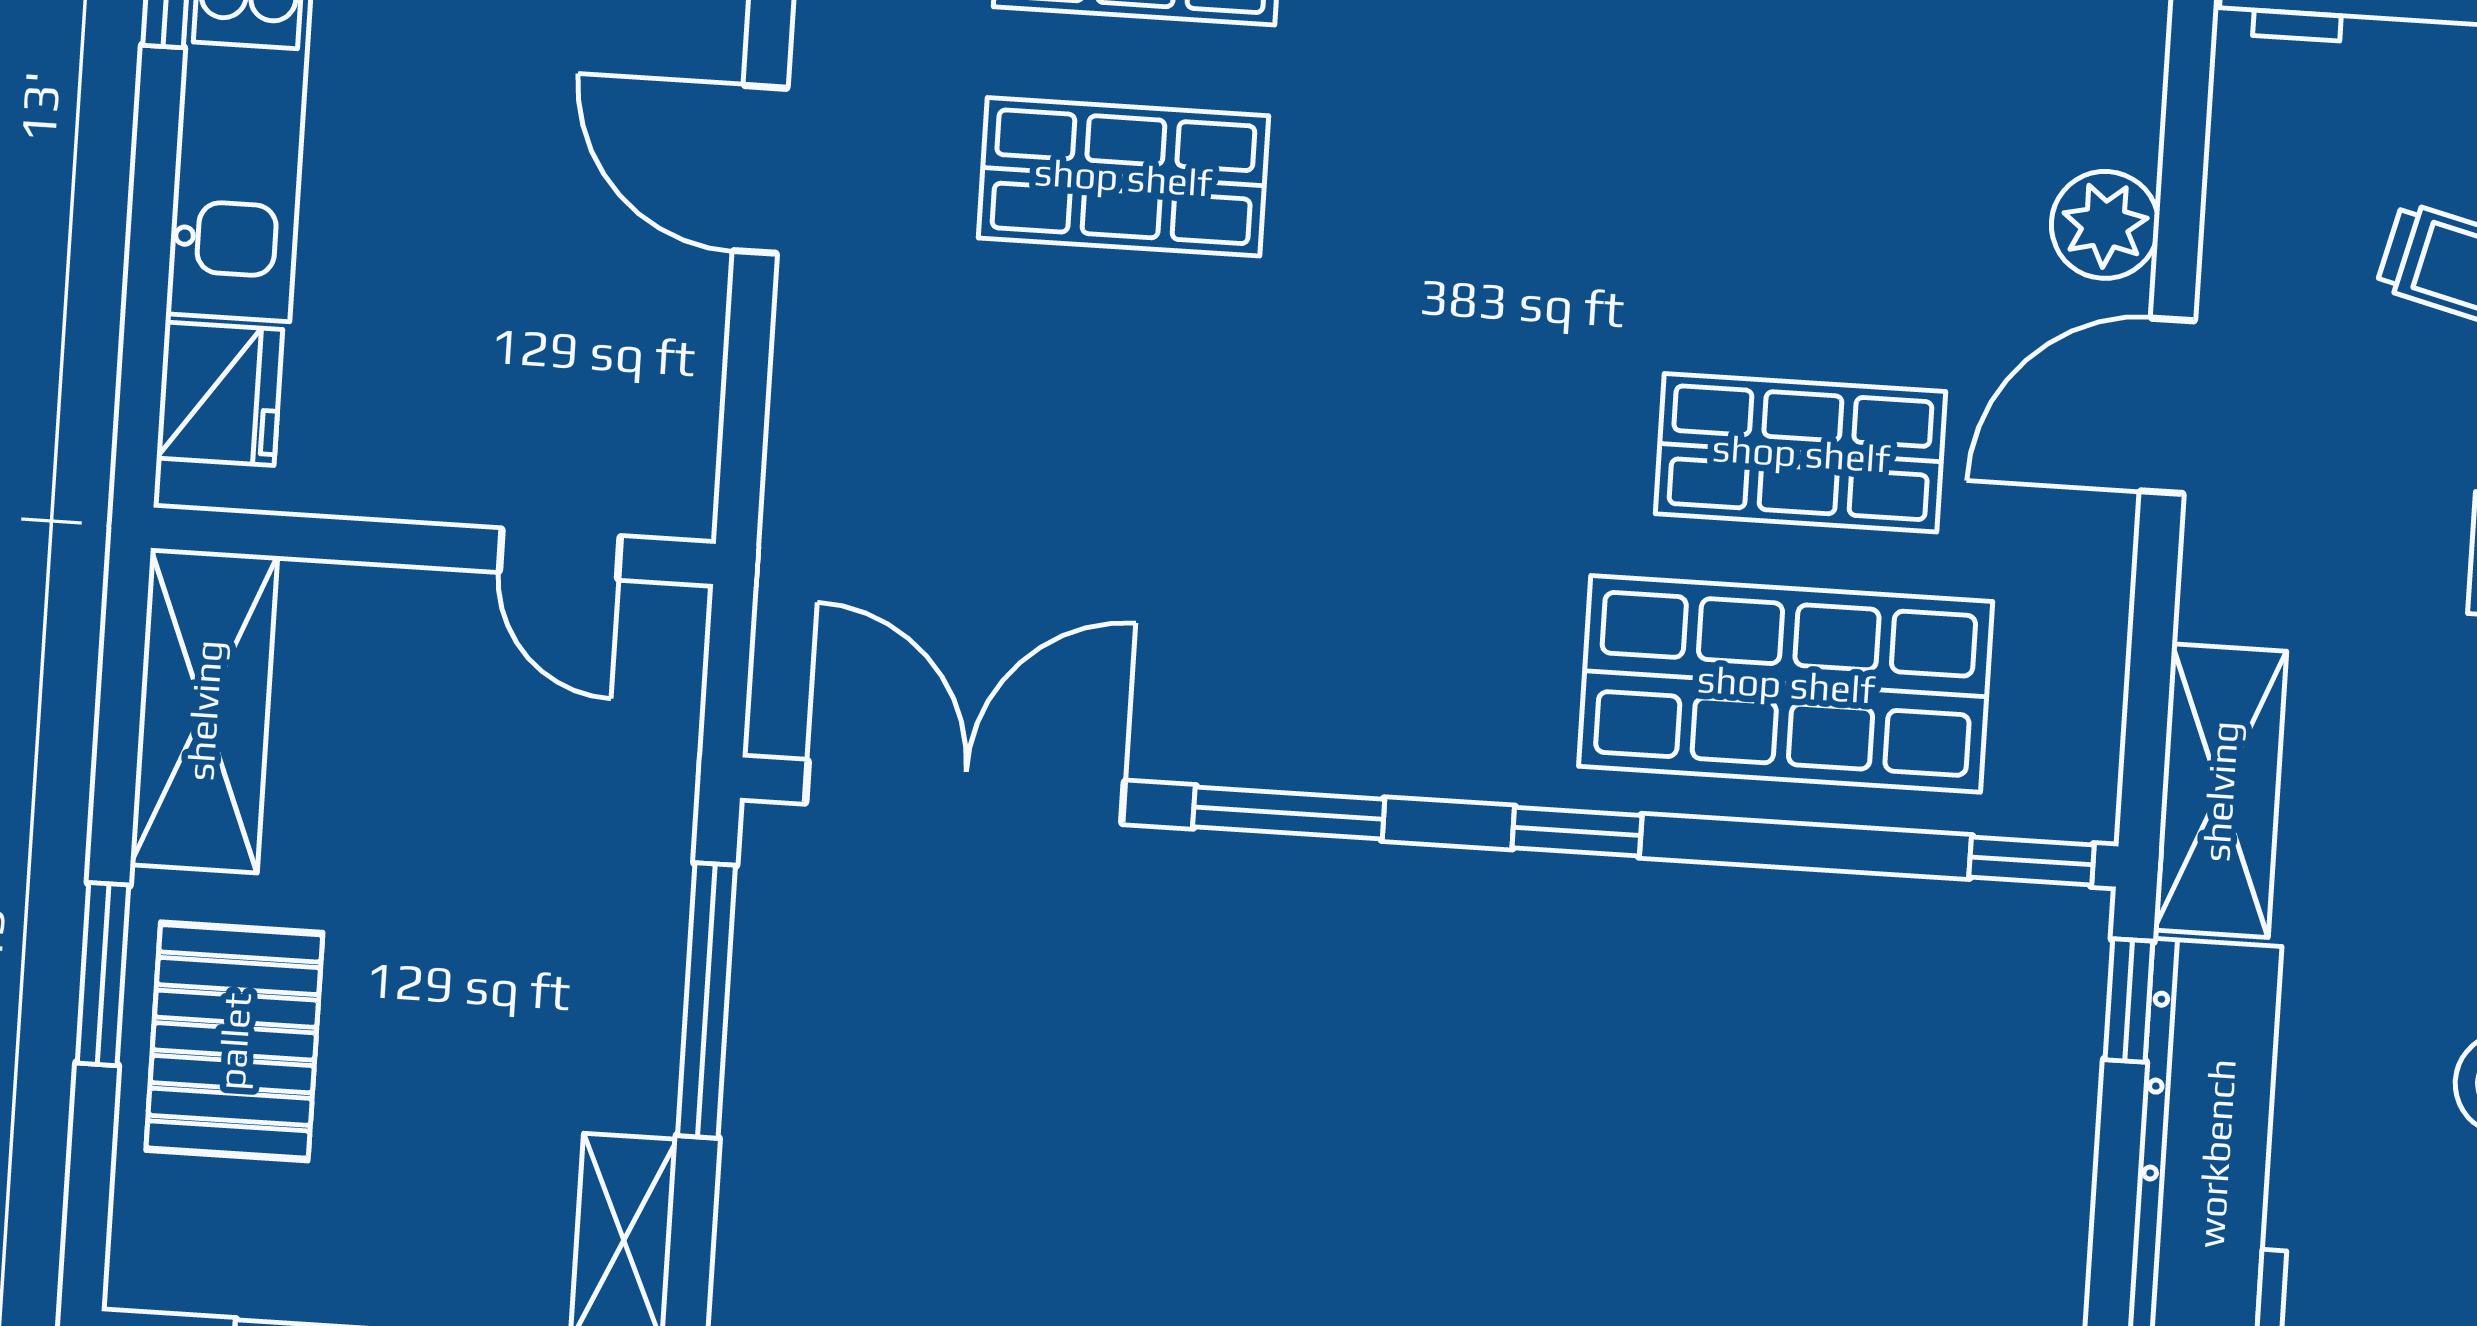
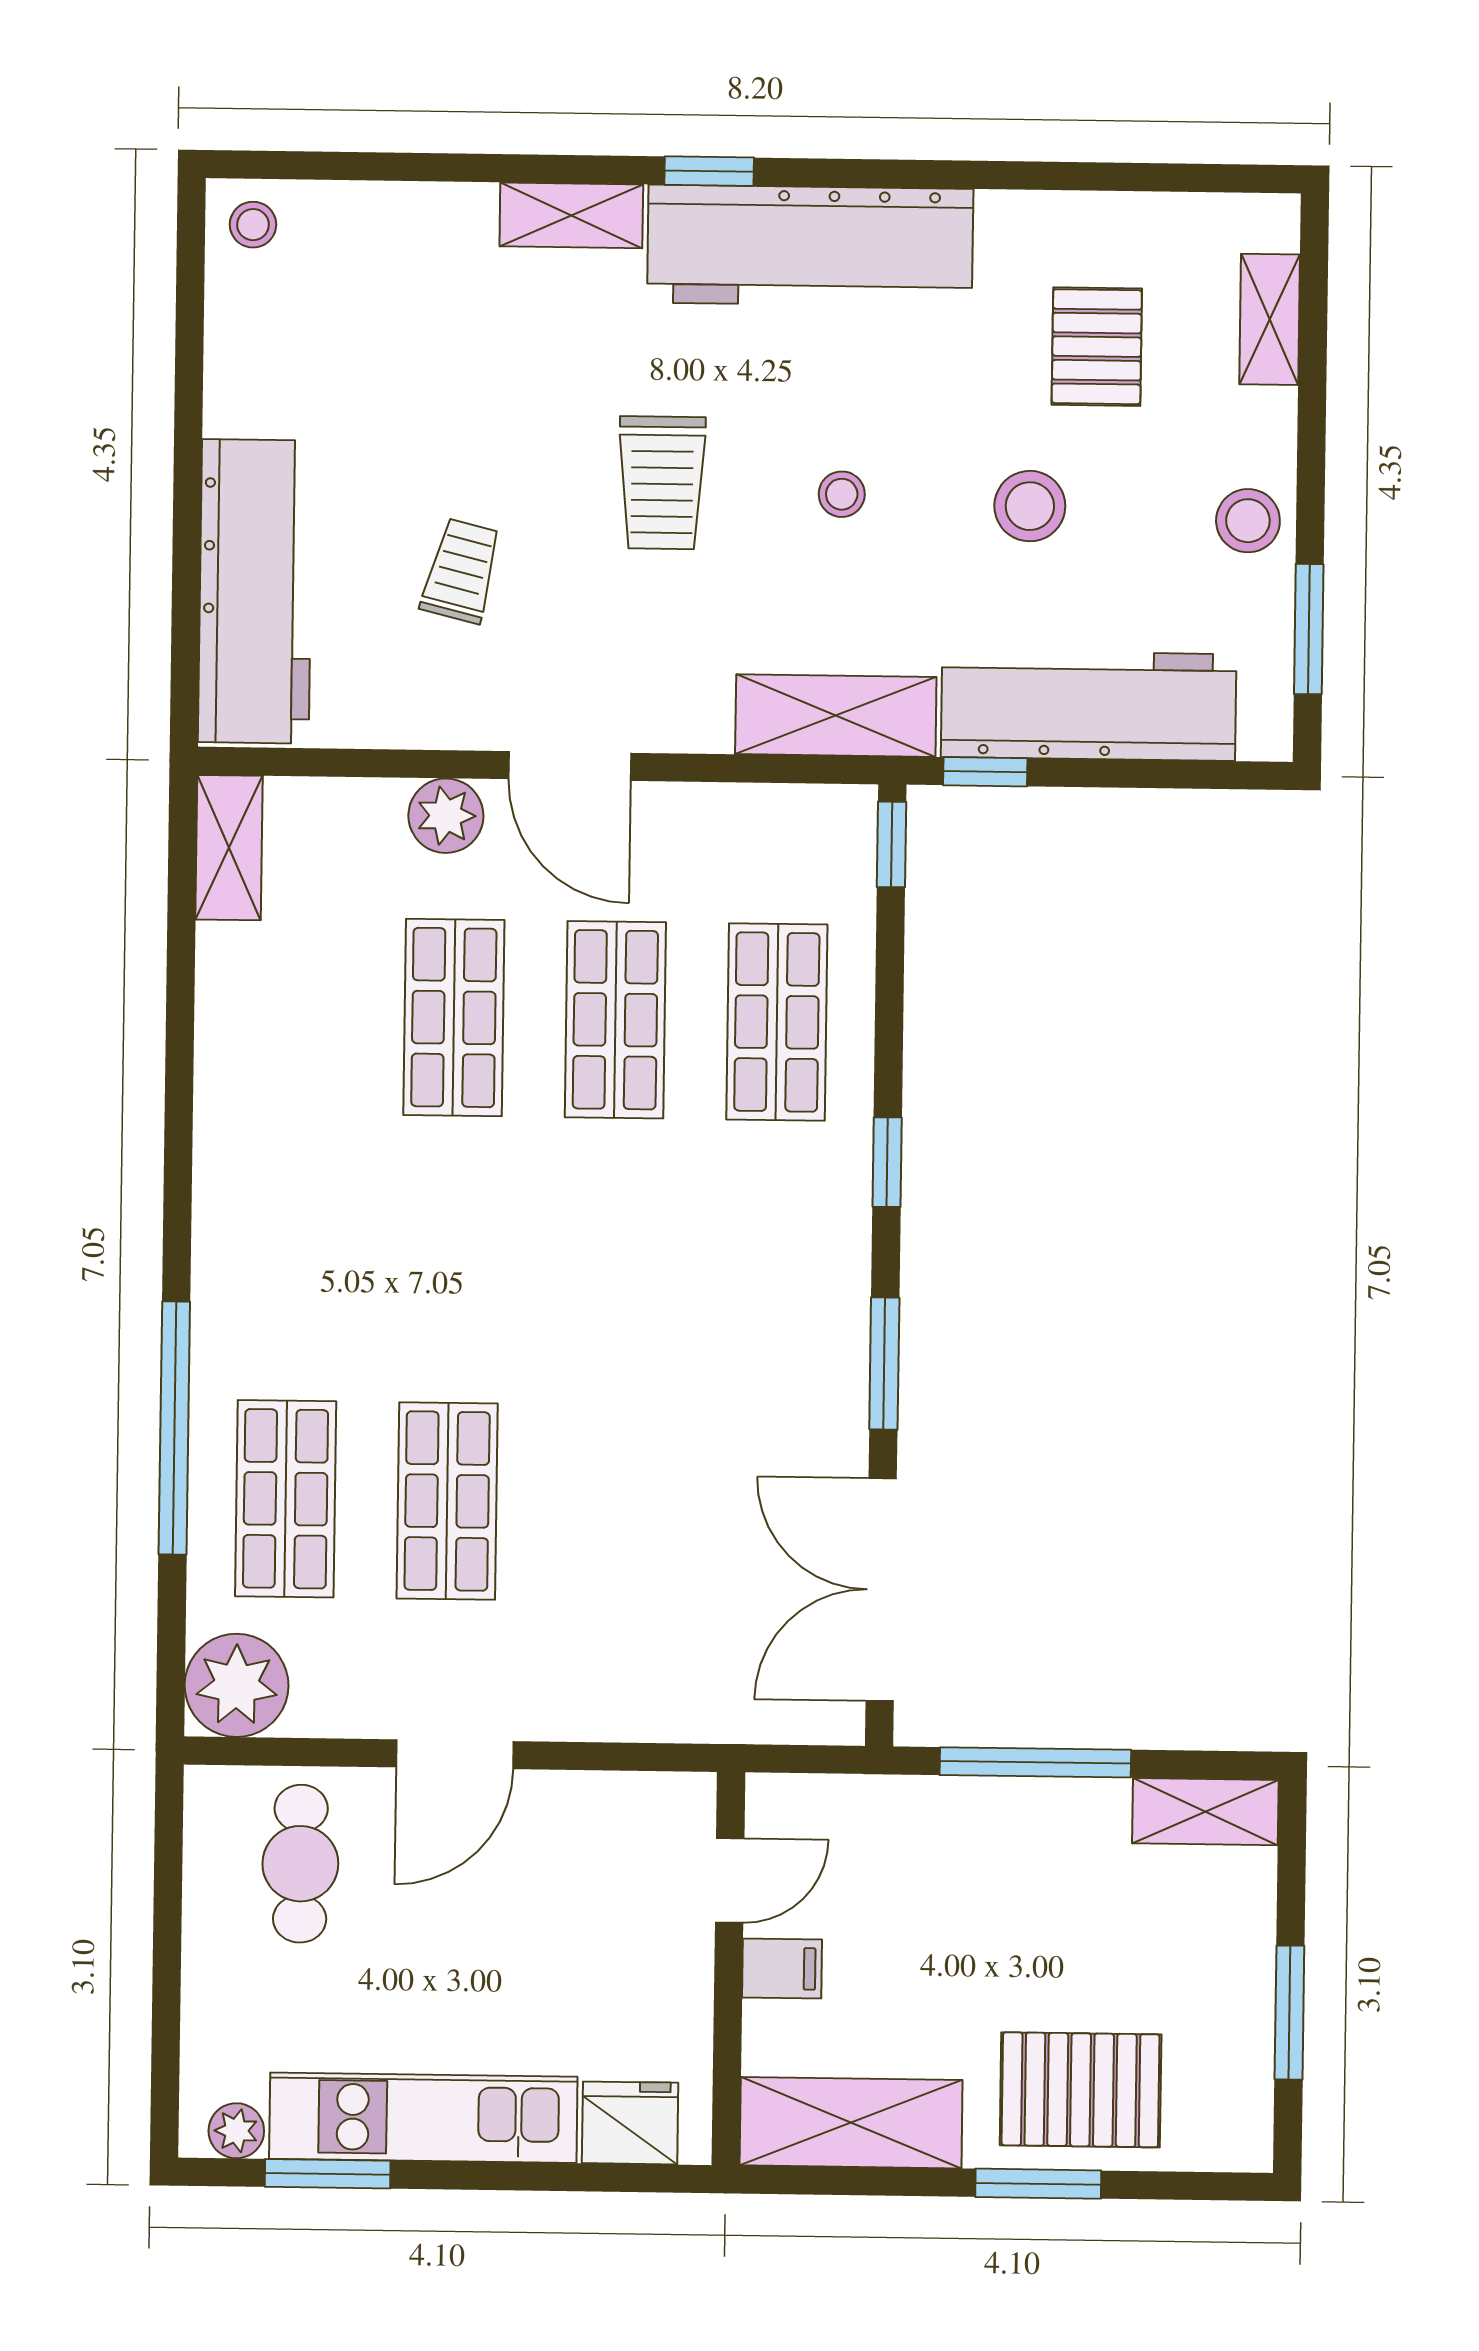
shop shelf: (1815, 222) -> (454, 1017), added
filing cabinet: (430, 623) -> (782, 1969), added
shop shelf: (1786, 684) -> (777, 1022), width x0.70, depth x0.74

